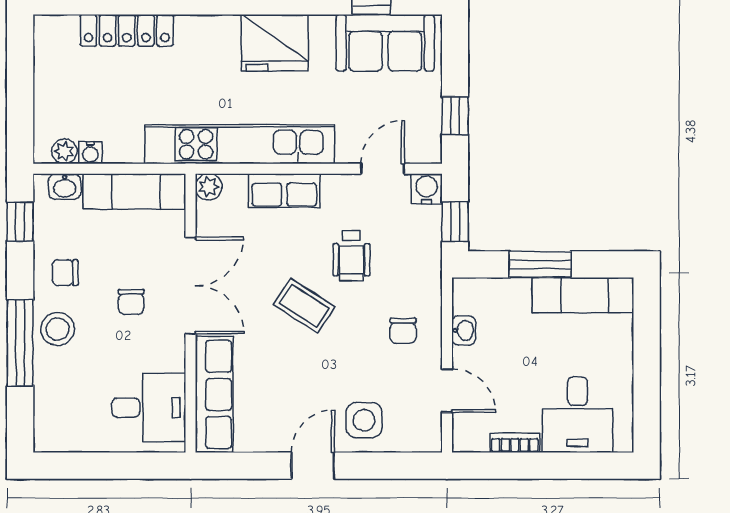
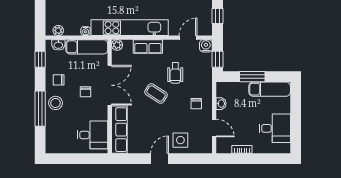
water cooler: (90, 153) -> (86, 31), moved
desk: (577, 415) -> (275, 128), moved, turned -90

